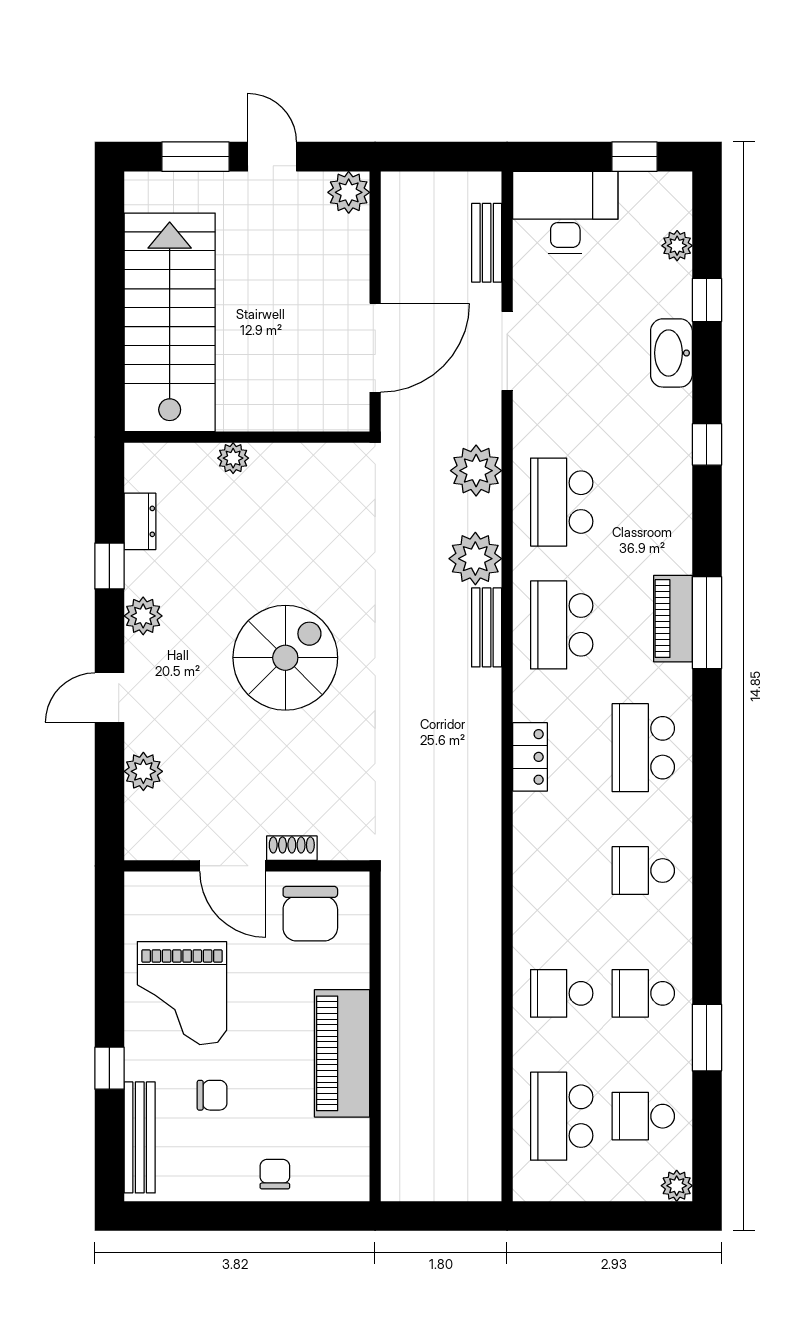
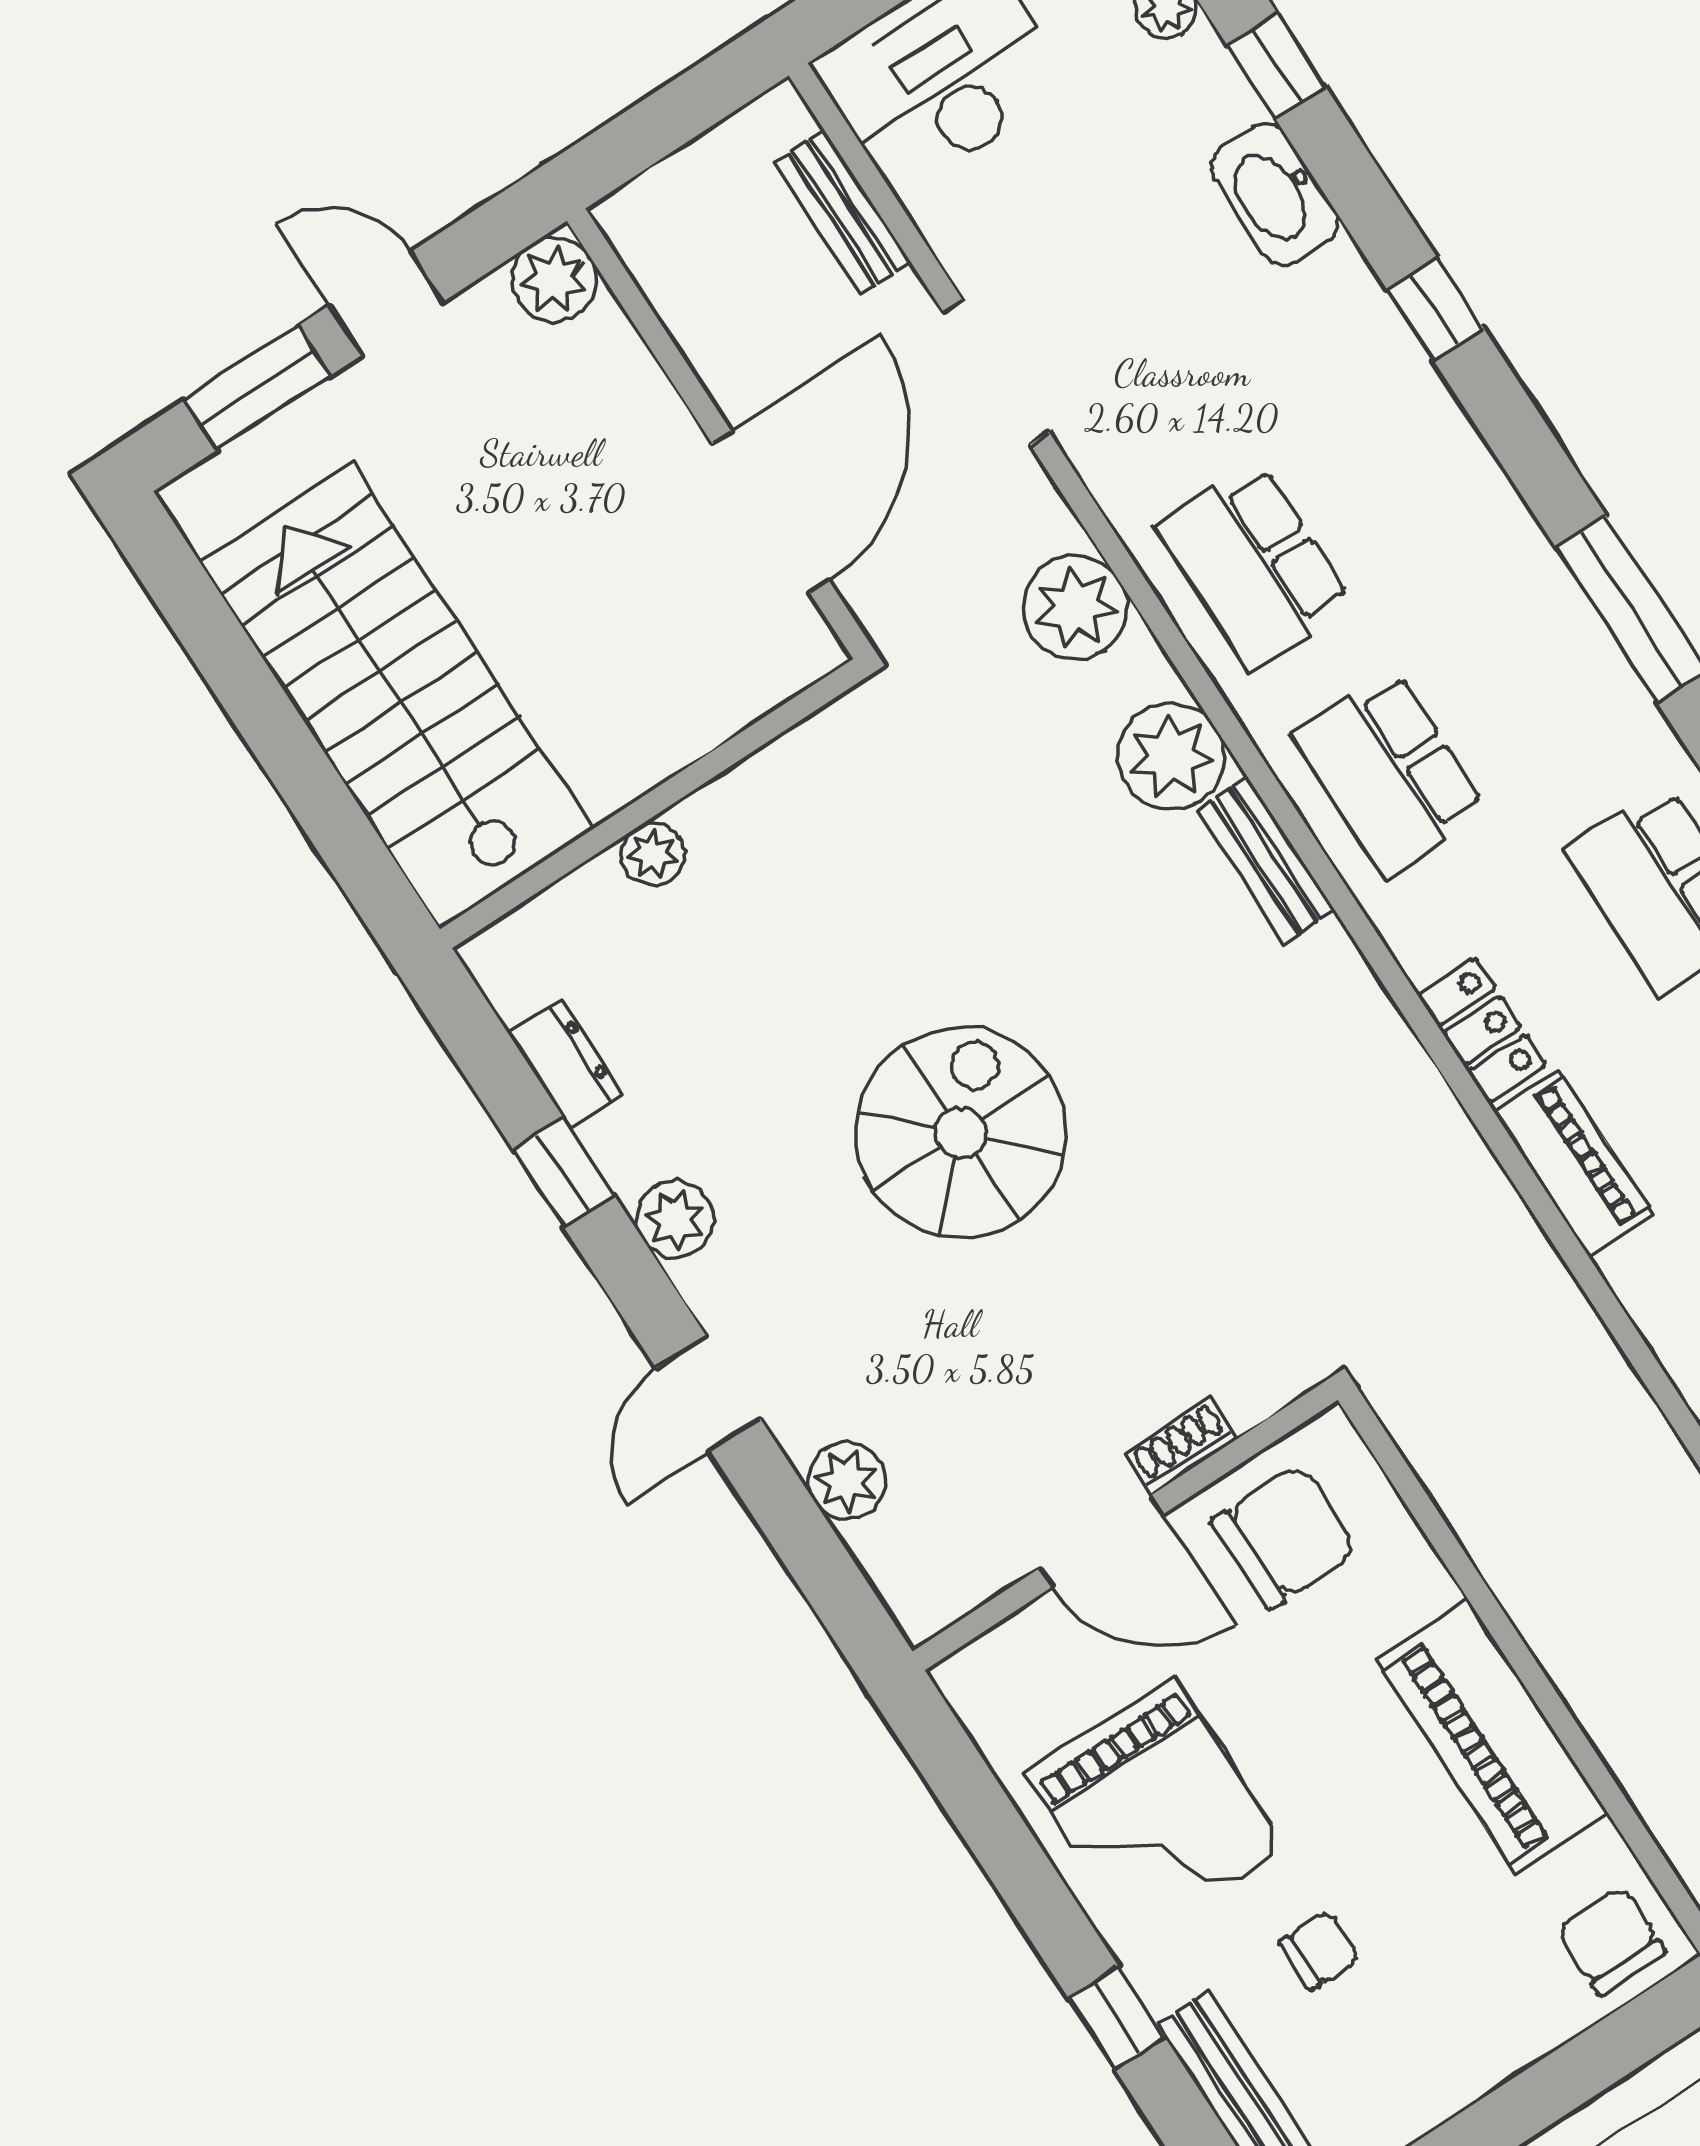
piano: (673, 619) -> (1574, 1163), moved, turned 180
chair: (310, 914) -> (1285, 1536), turned -90
chair: (275, 1174) -> (1611, 1941), moved, width x1.37, depth x1.37

